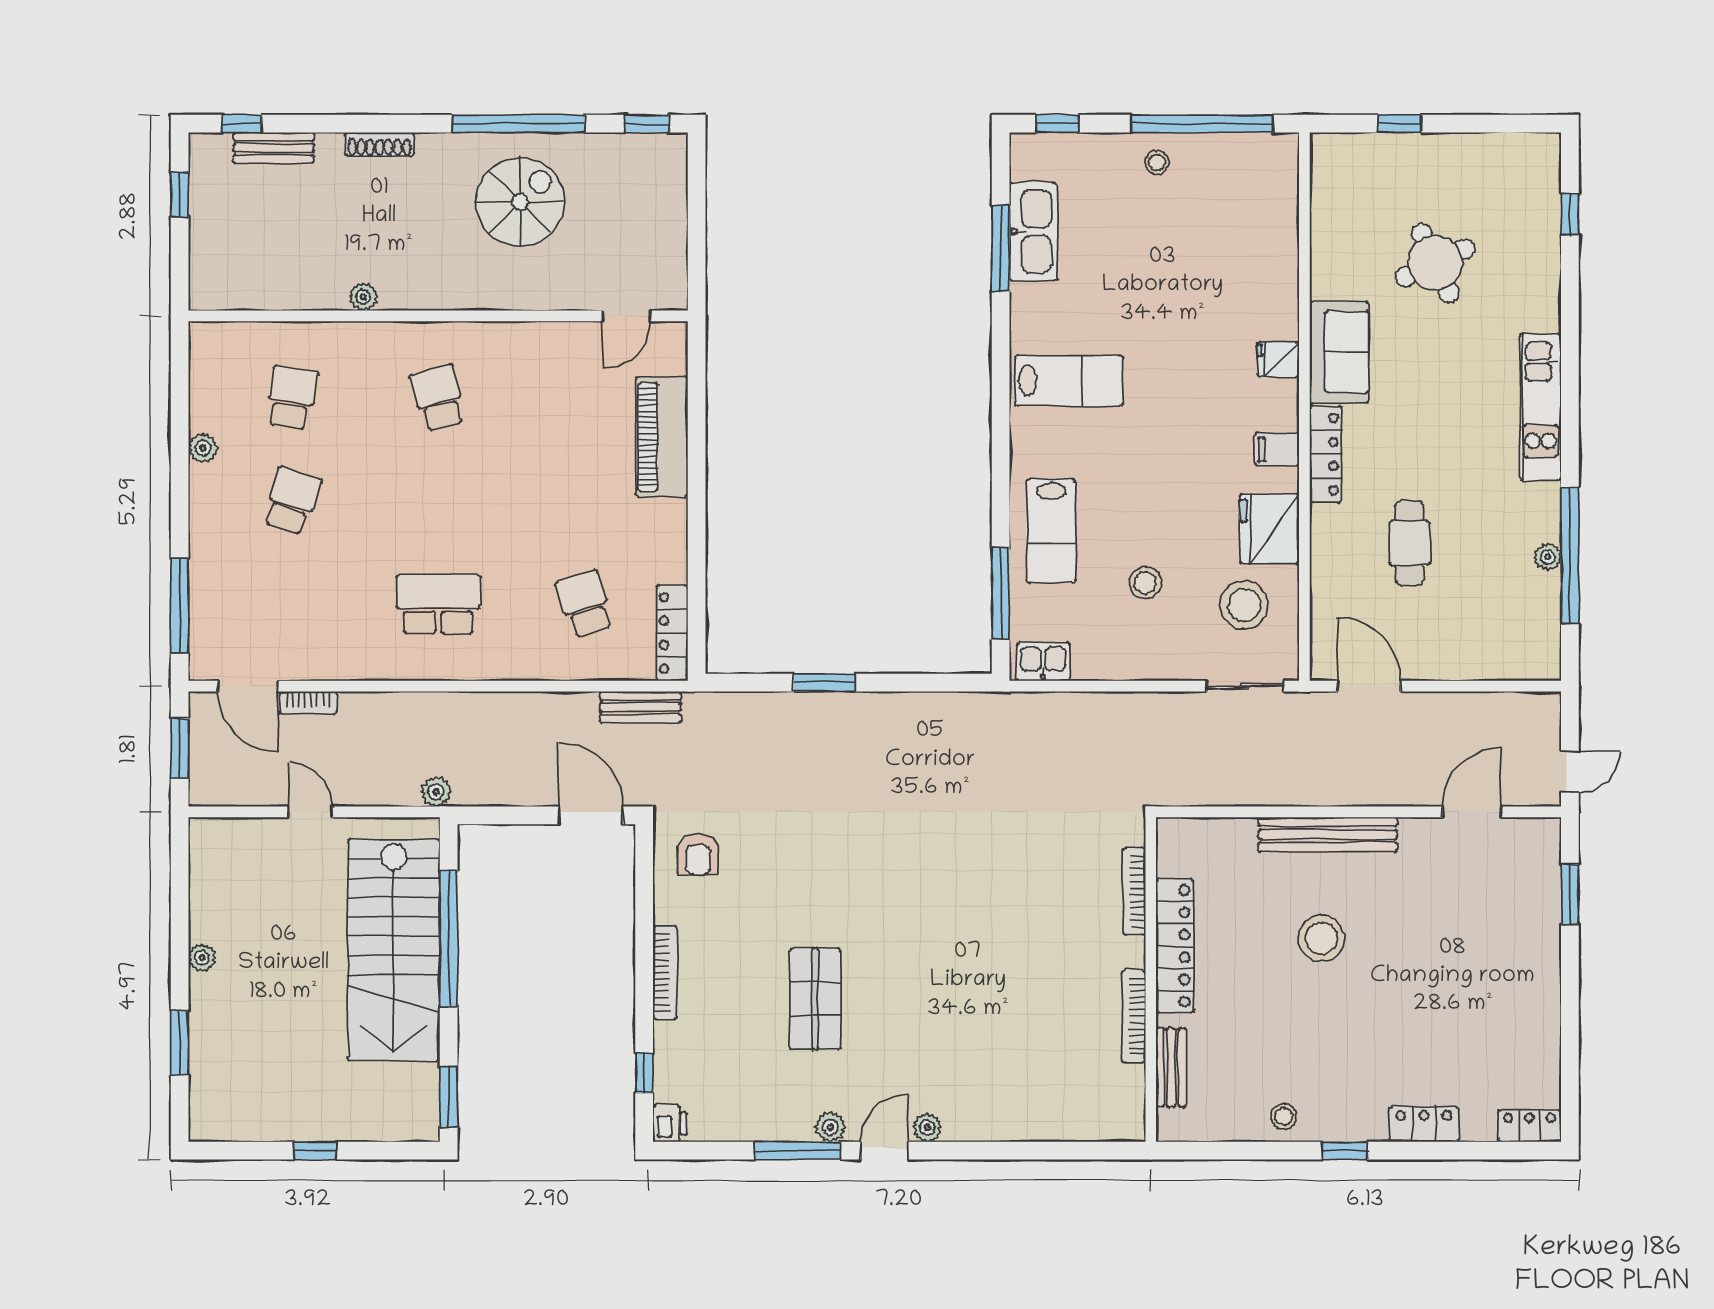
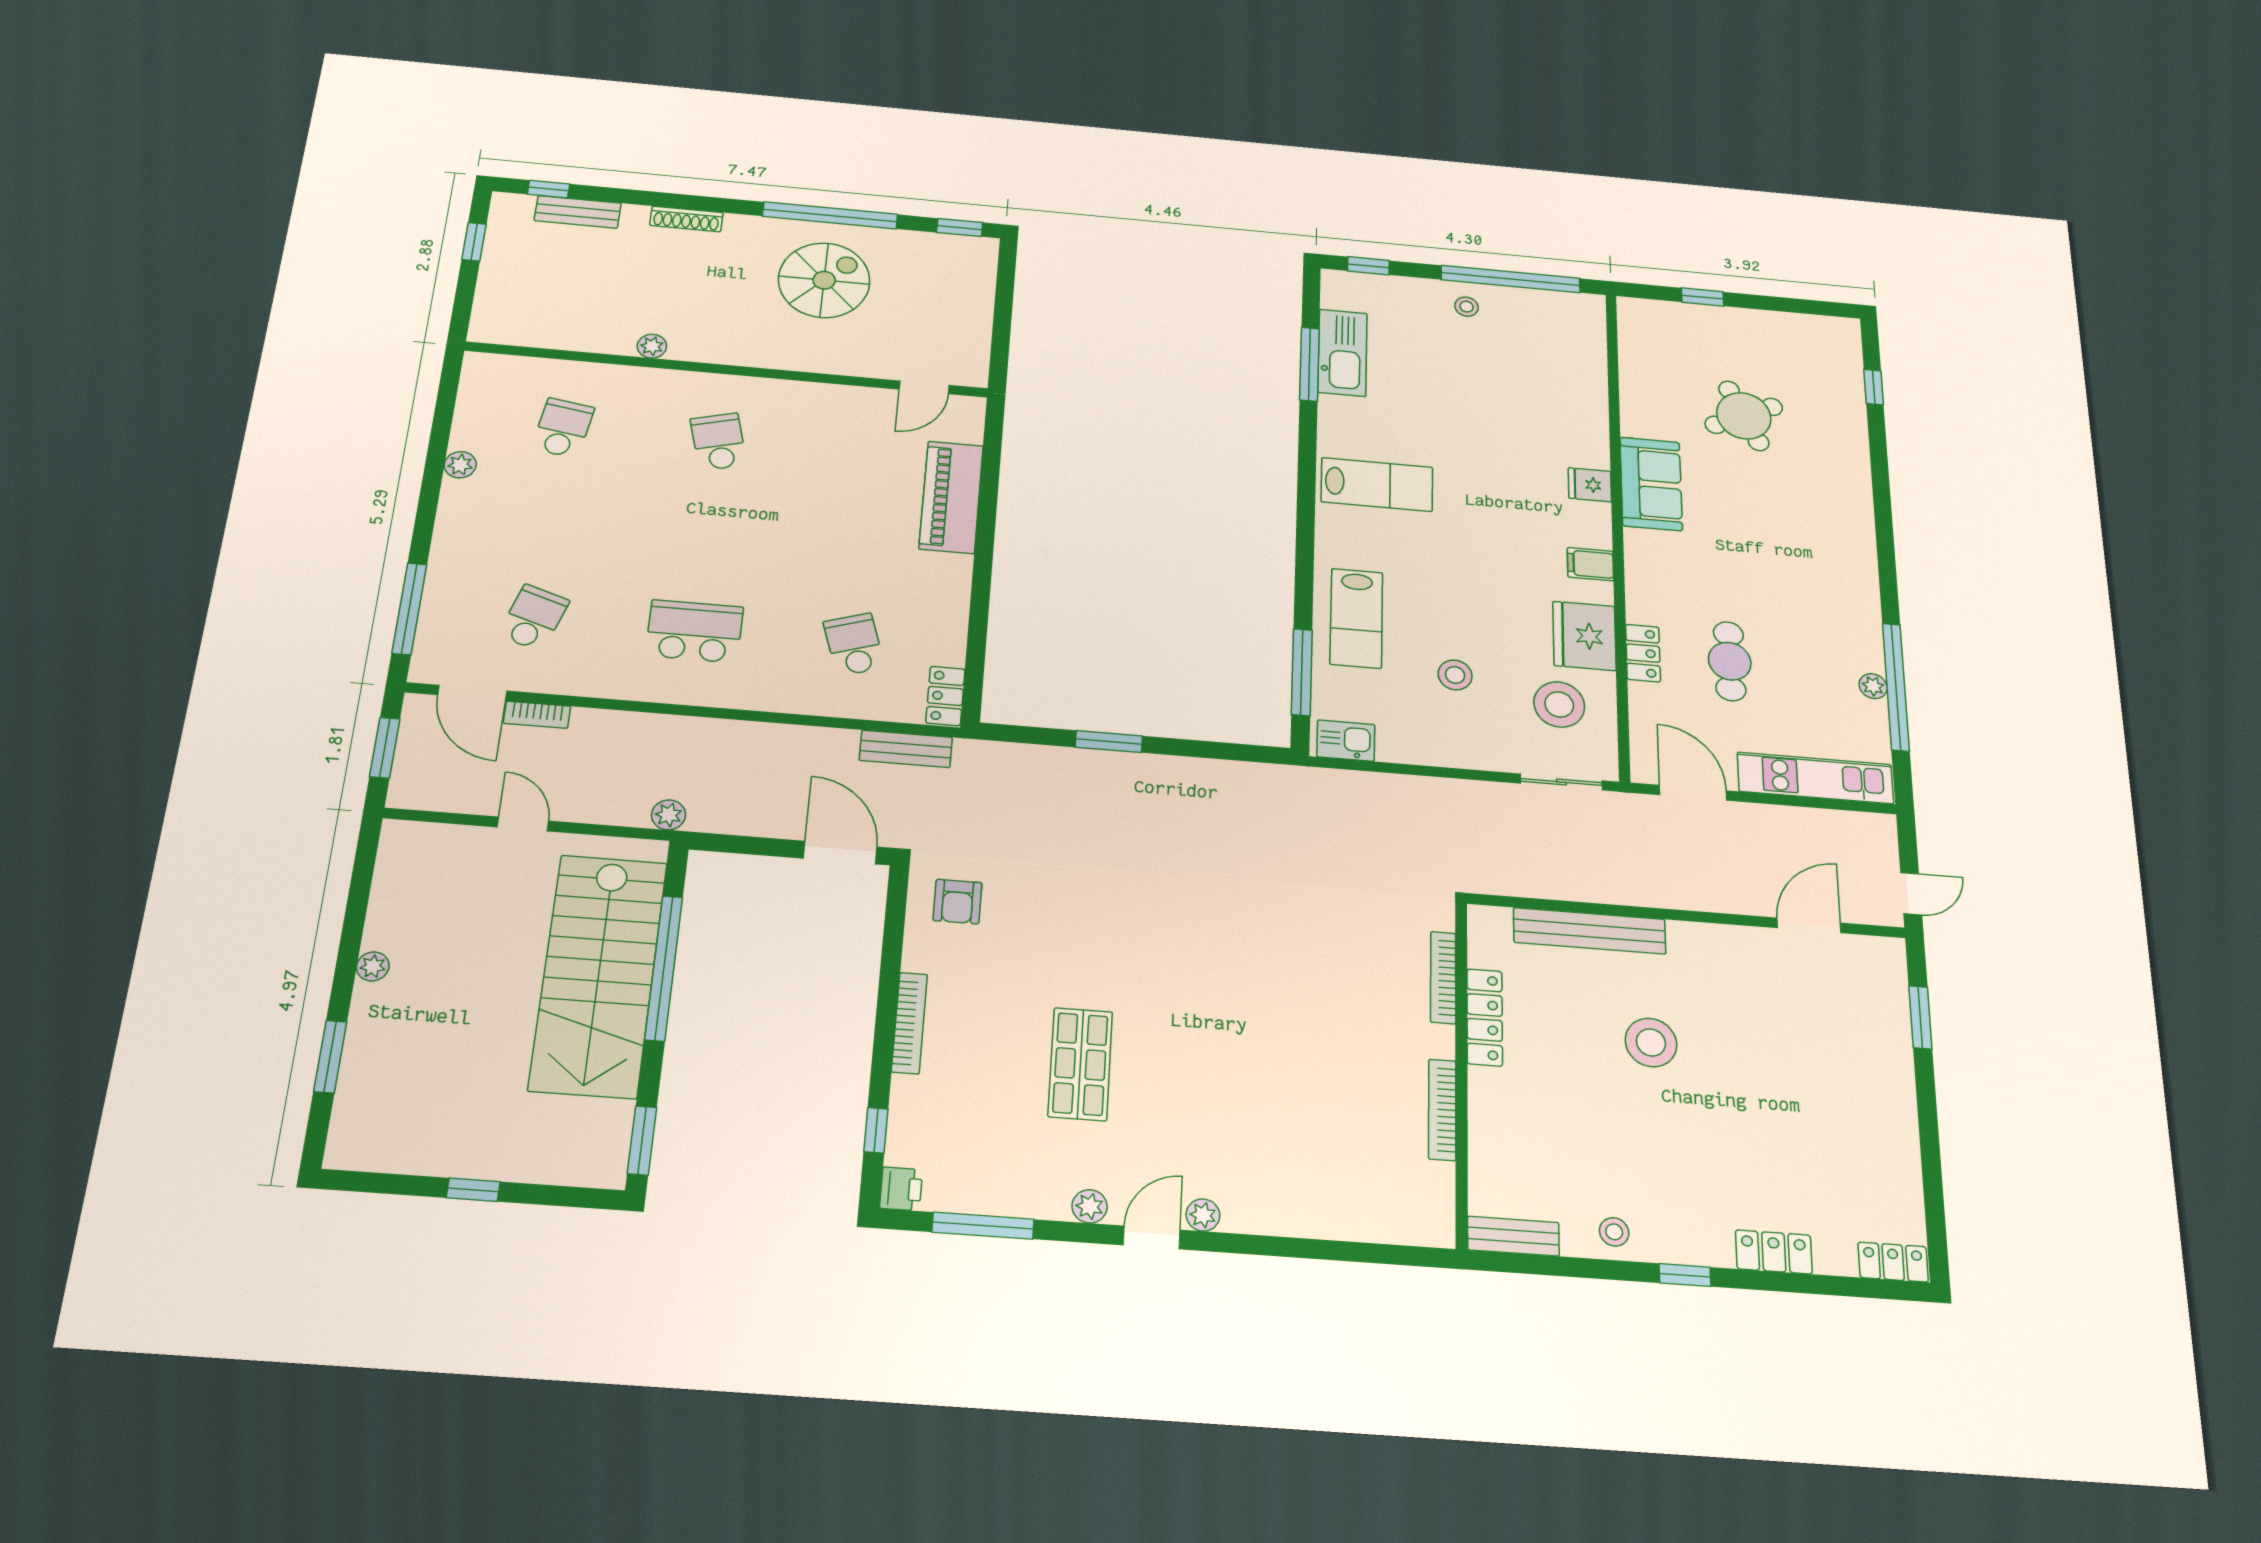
kitchen unit: (1541, 407) -> (1815, 778), moved, turned 90
locker: (1326, 454) -> (1643, 653), moved, width x0.66
school desk: (292, 501) -> (534, 618), moved
locker: (672, 633) -> (945, 696), width x0.66
bench: (1328, 834) -> (1590, 931), moved
locker: (1175, 946) -> (1485, 1017), width x0.71, depth x0.83
bench: (1171, 1067) -> (1513, 1236), moved, turned 90
window: (798, 1151) -> (983, 1226), moved

